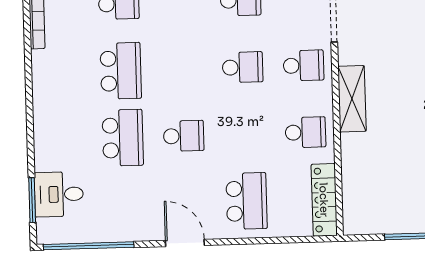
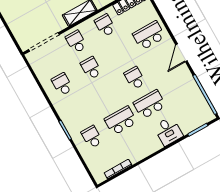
desk: (59, 194) -> (168, 131), moved

